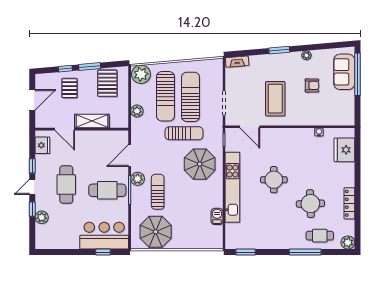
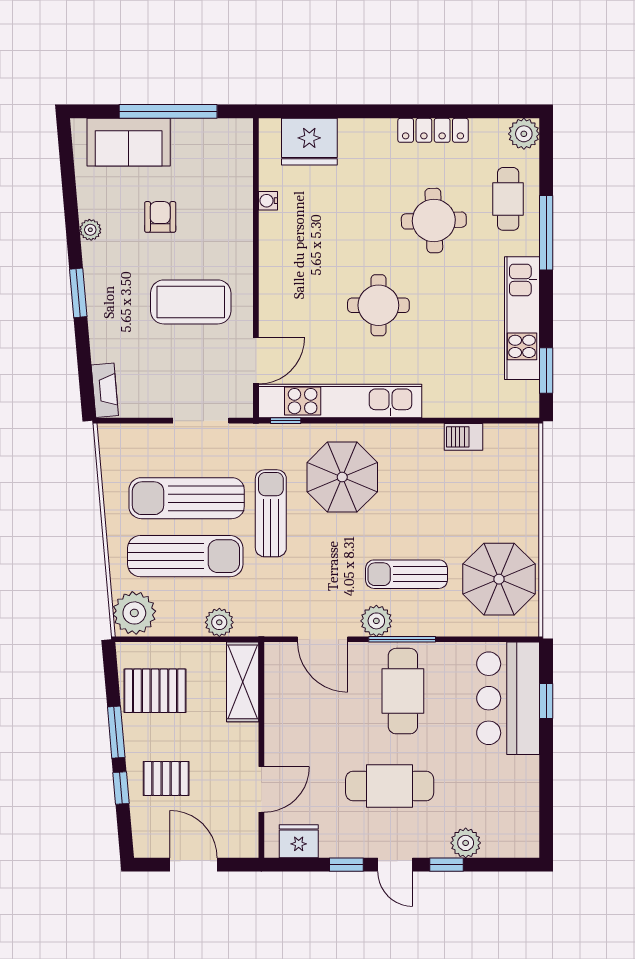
window: (357, 74) -> (168, 111), moved
shelving: (92, 121) -> (243, 682), moved
kitchen unit: (232, 187) -> (340, 401), moved
kitchen unit: (268, 242) -> (522, 318), added

